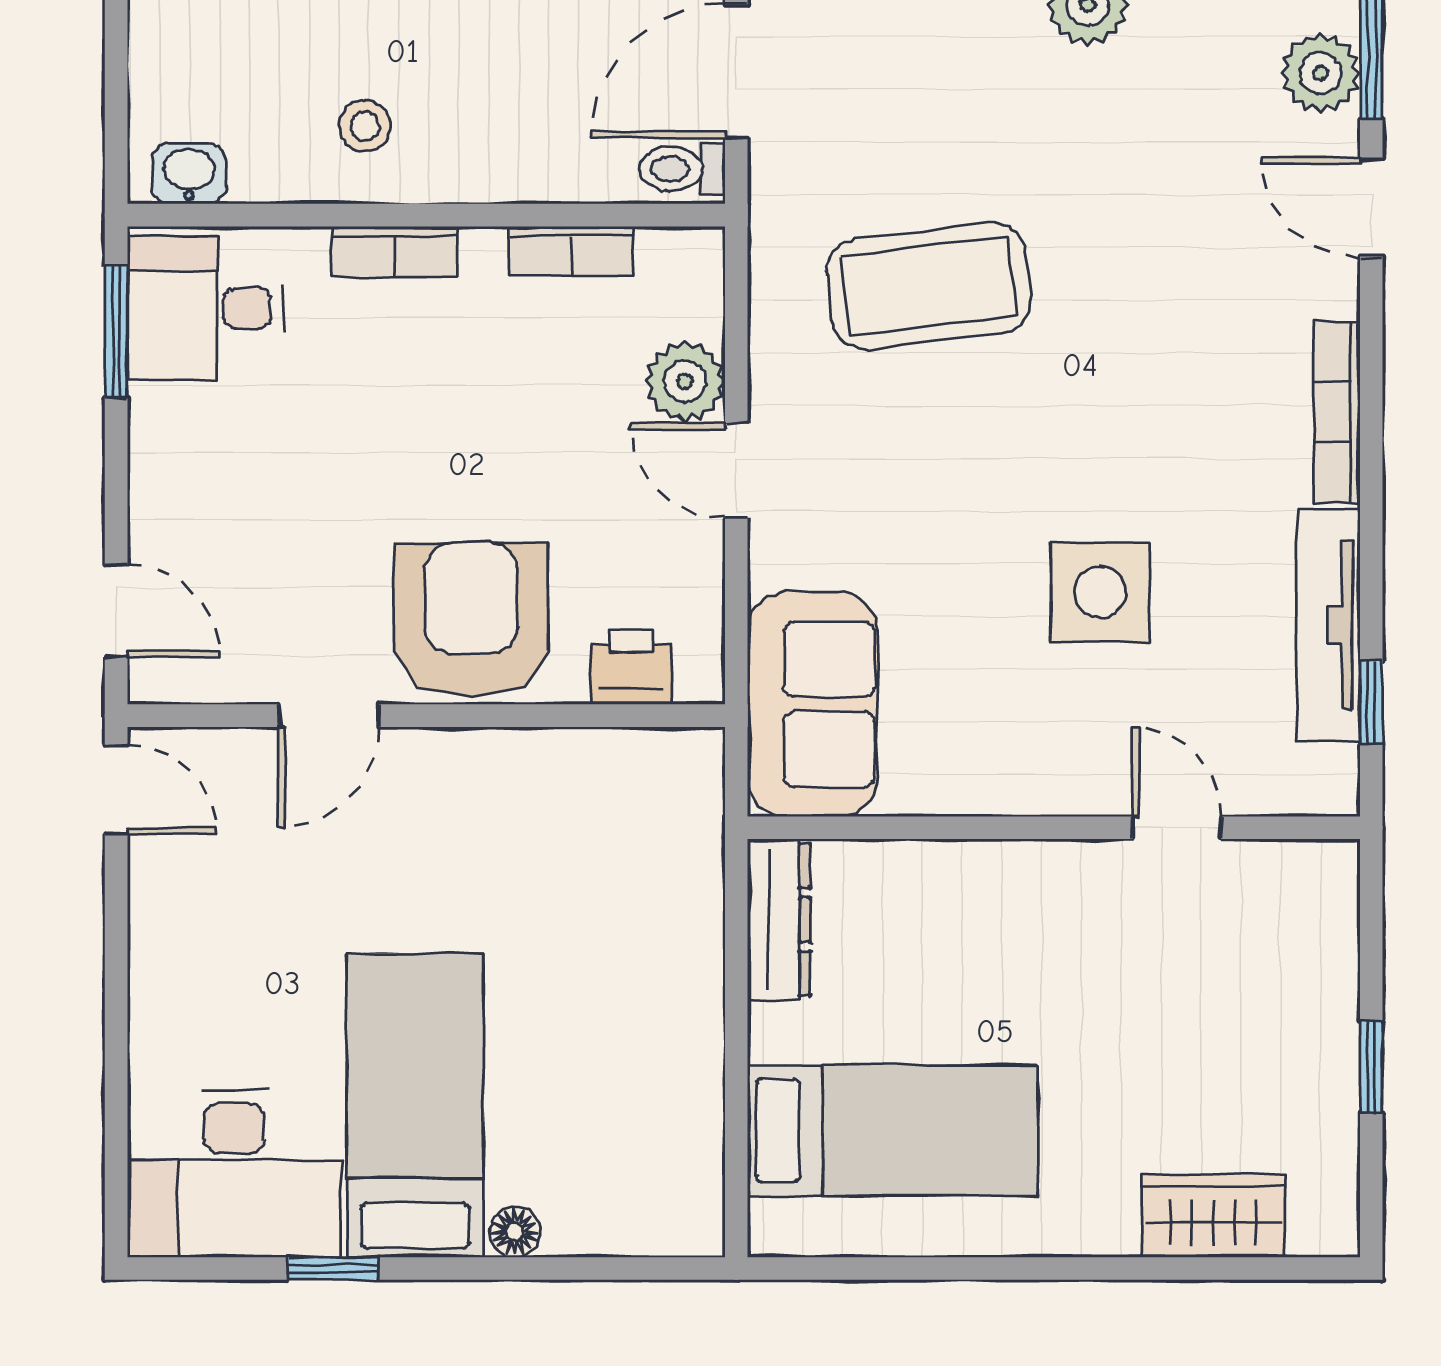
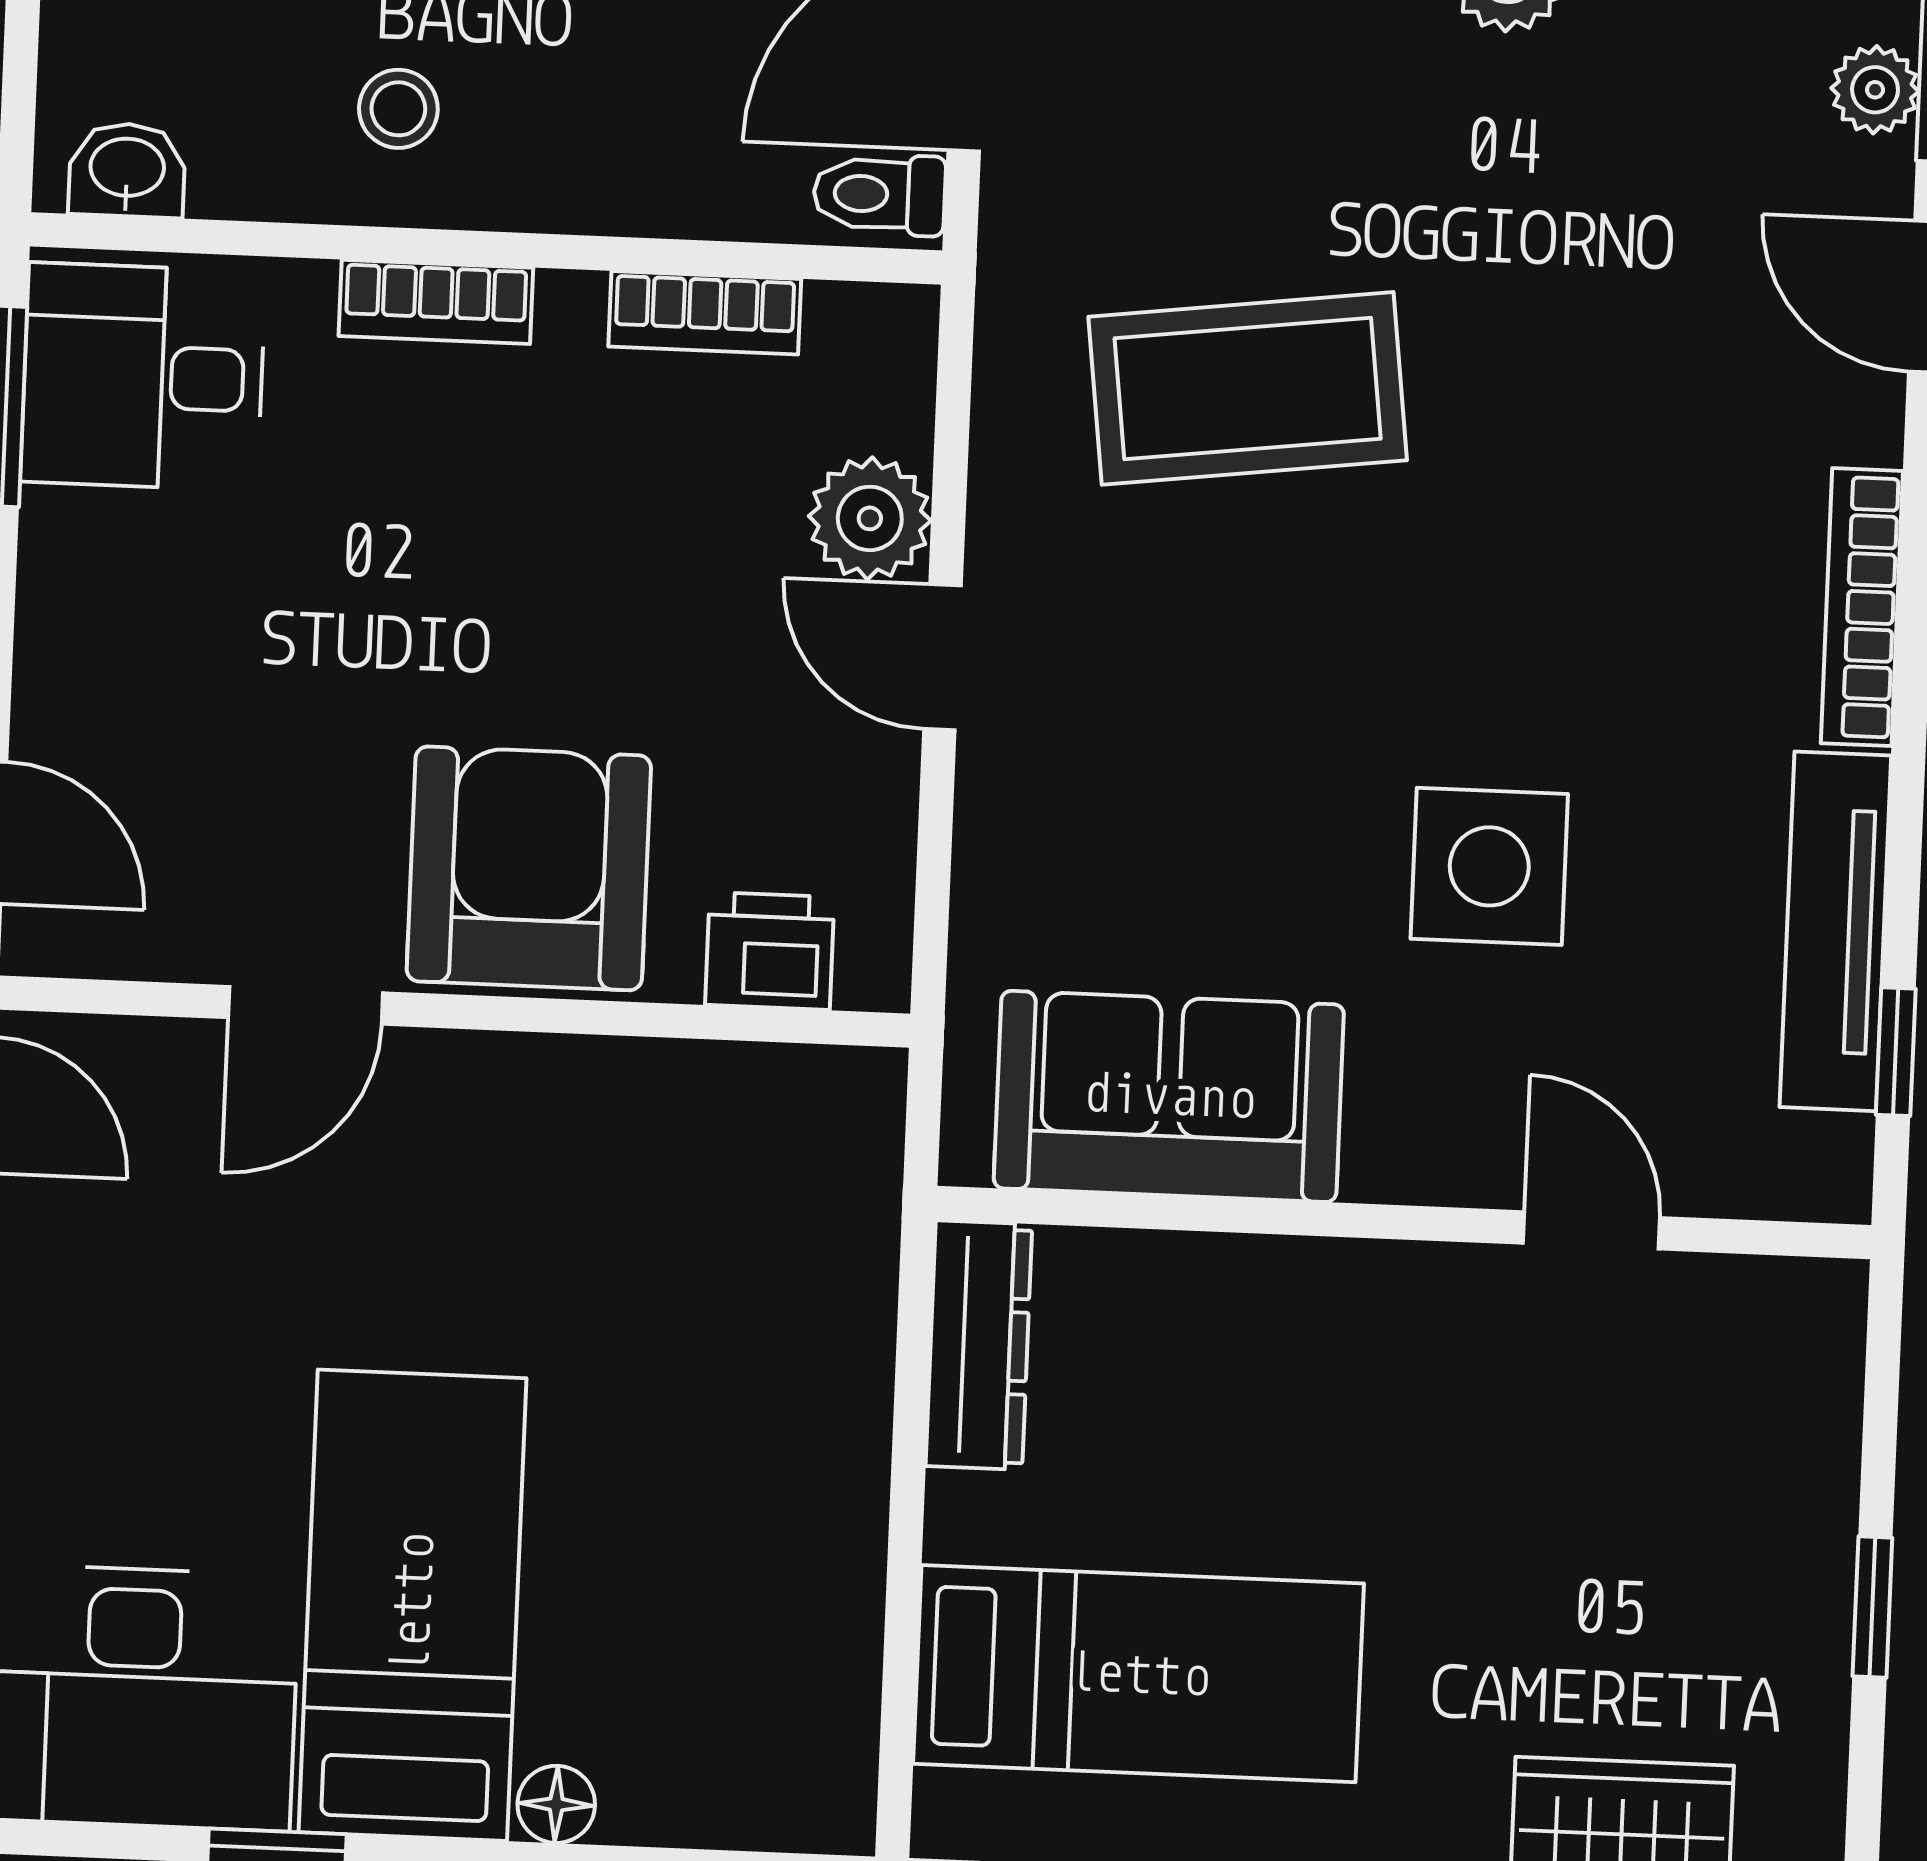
plant: (1320, 73) -> (1875, 90), width x0.73, depth x0.73
sofa: (812, 704) -> (1169, 1096), moved, turned -90

